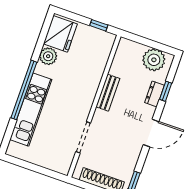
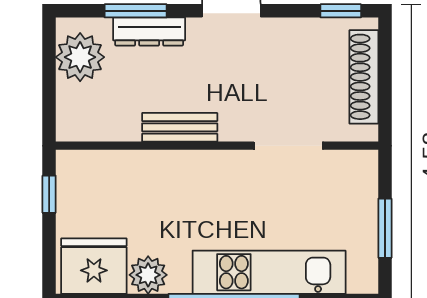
window: (166, 91) -> (136, 11), width x1.50
dresser: (154, 94) -> (149, 31), width x1.44
window: (32, 167) -> (385, 228), added

